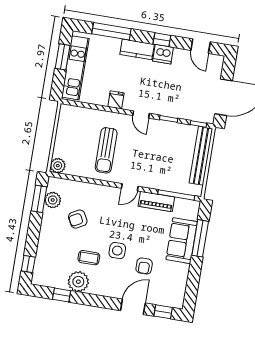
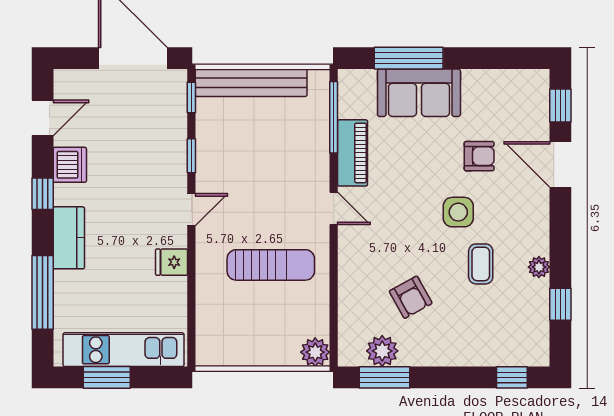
dishwasher: (163, 54) -> (70, 165), moved
plant: (78, 282) -> (539, 267), width x0.53, depth x0.53

